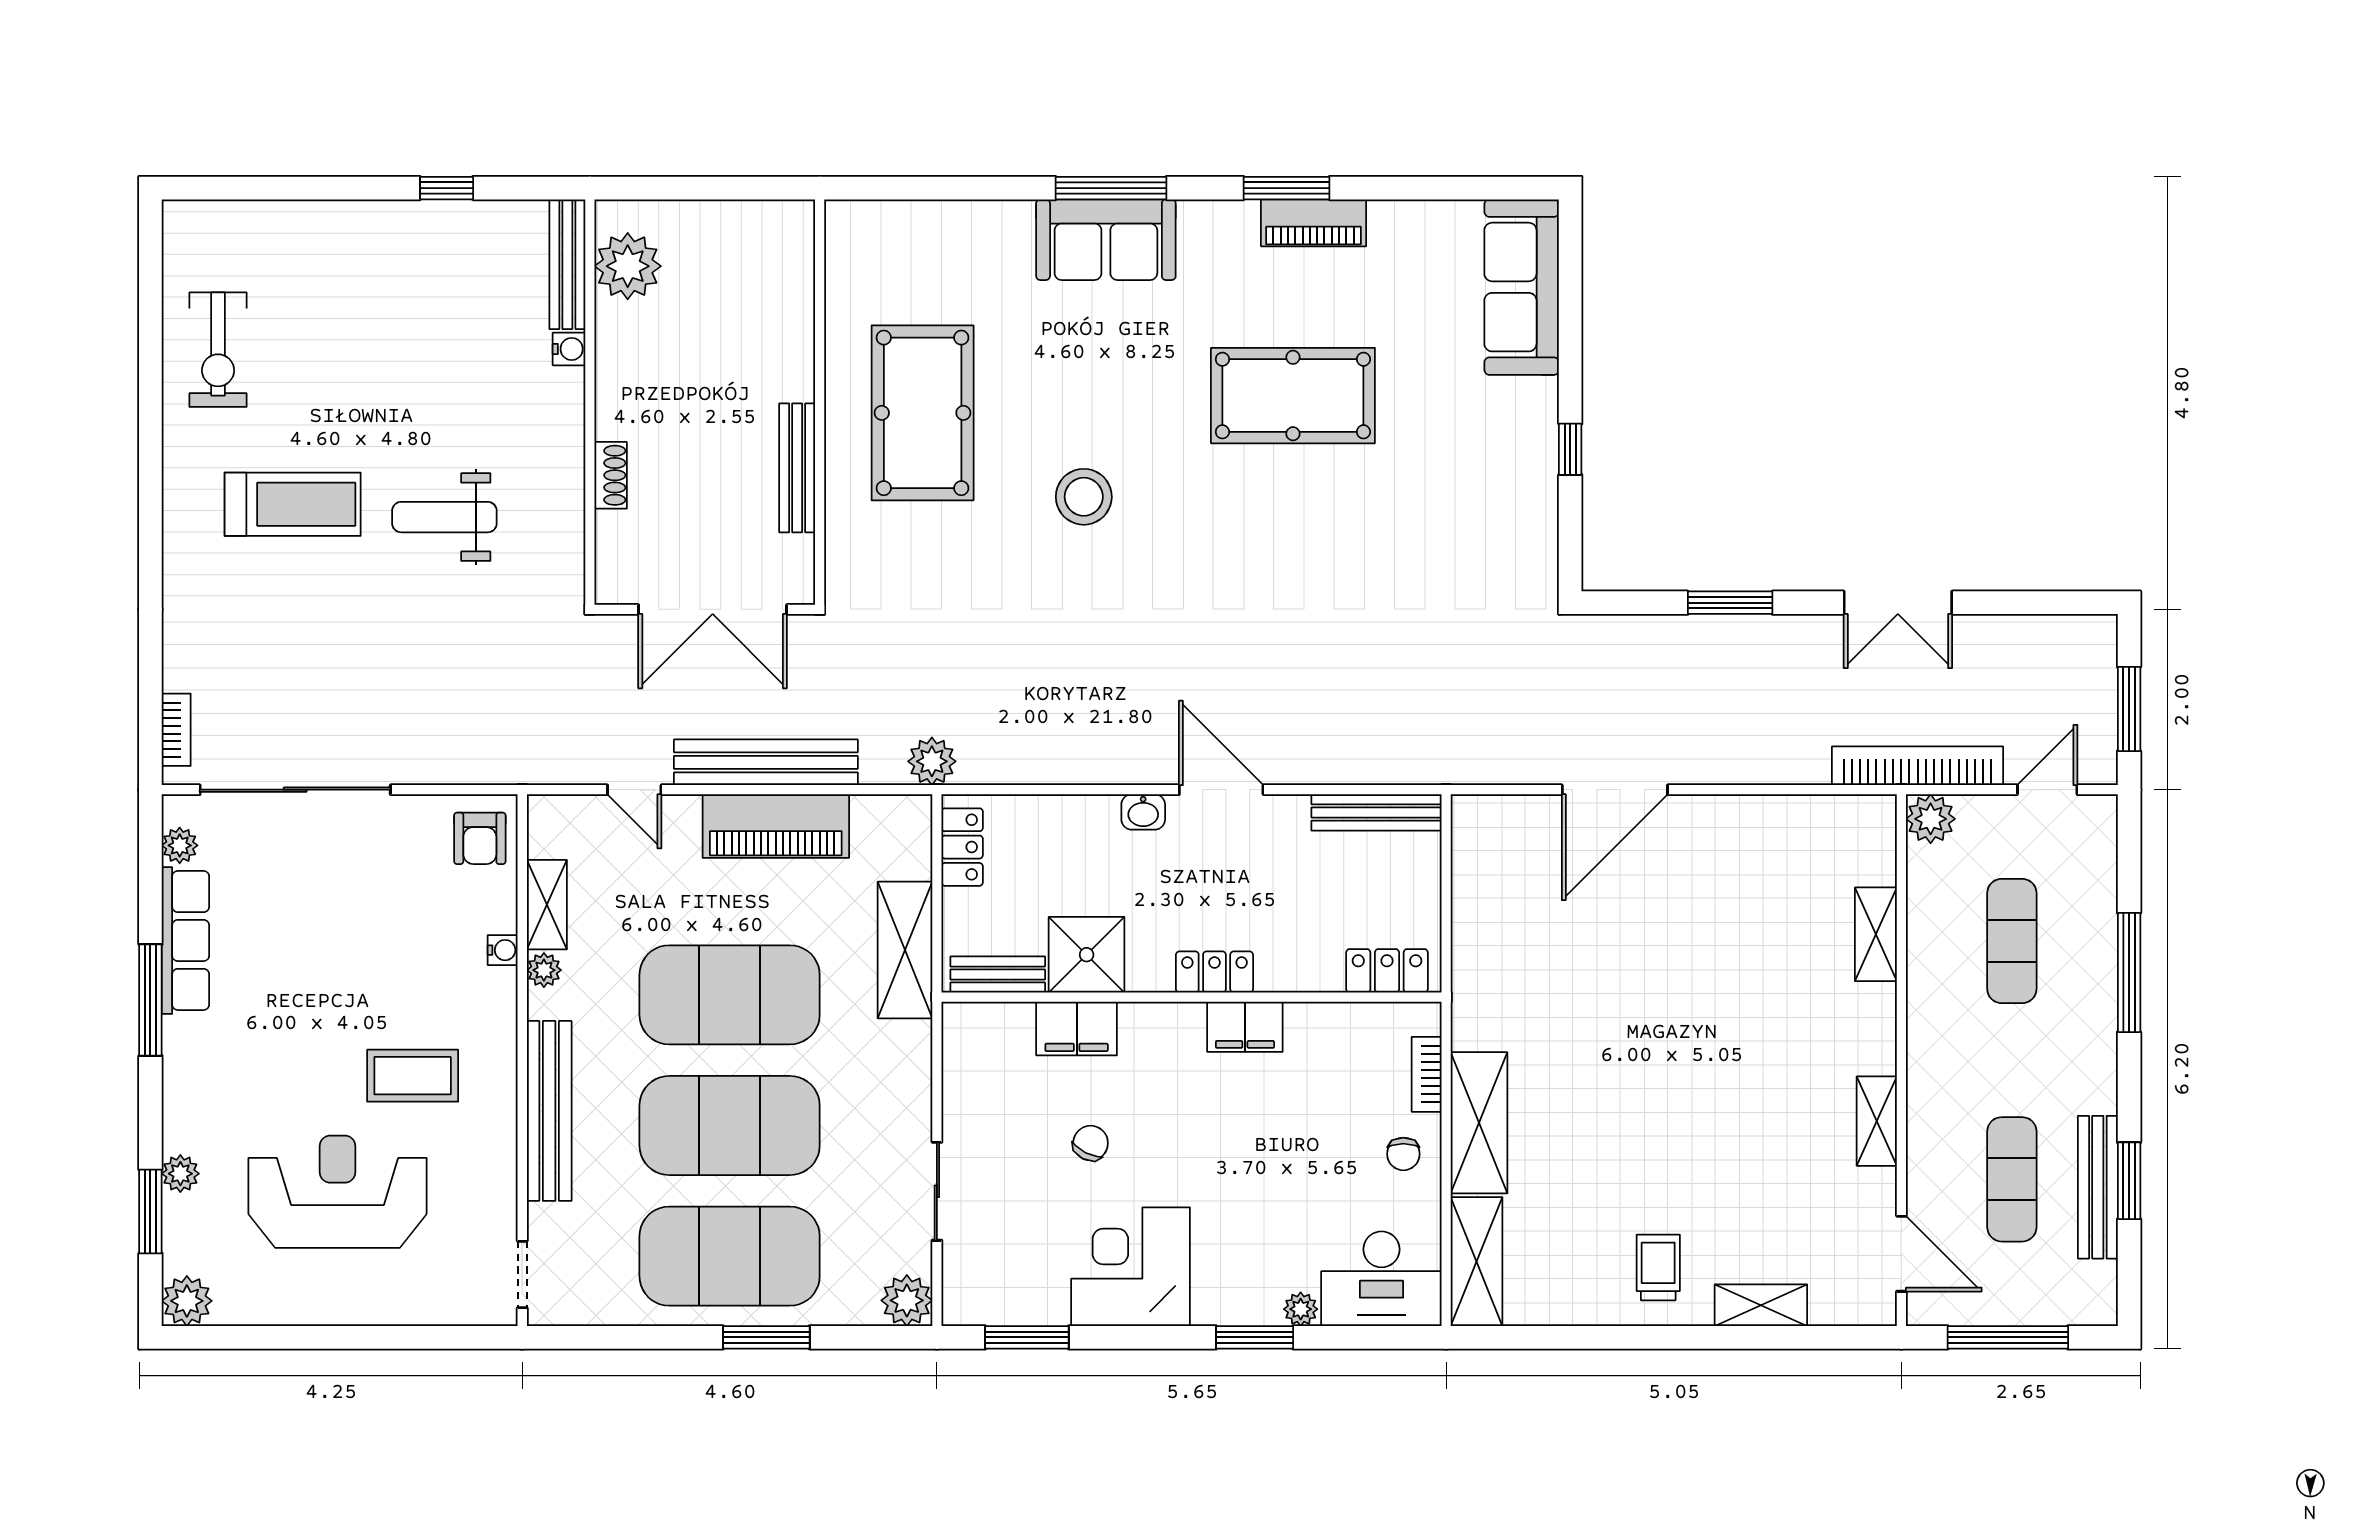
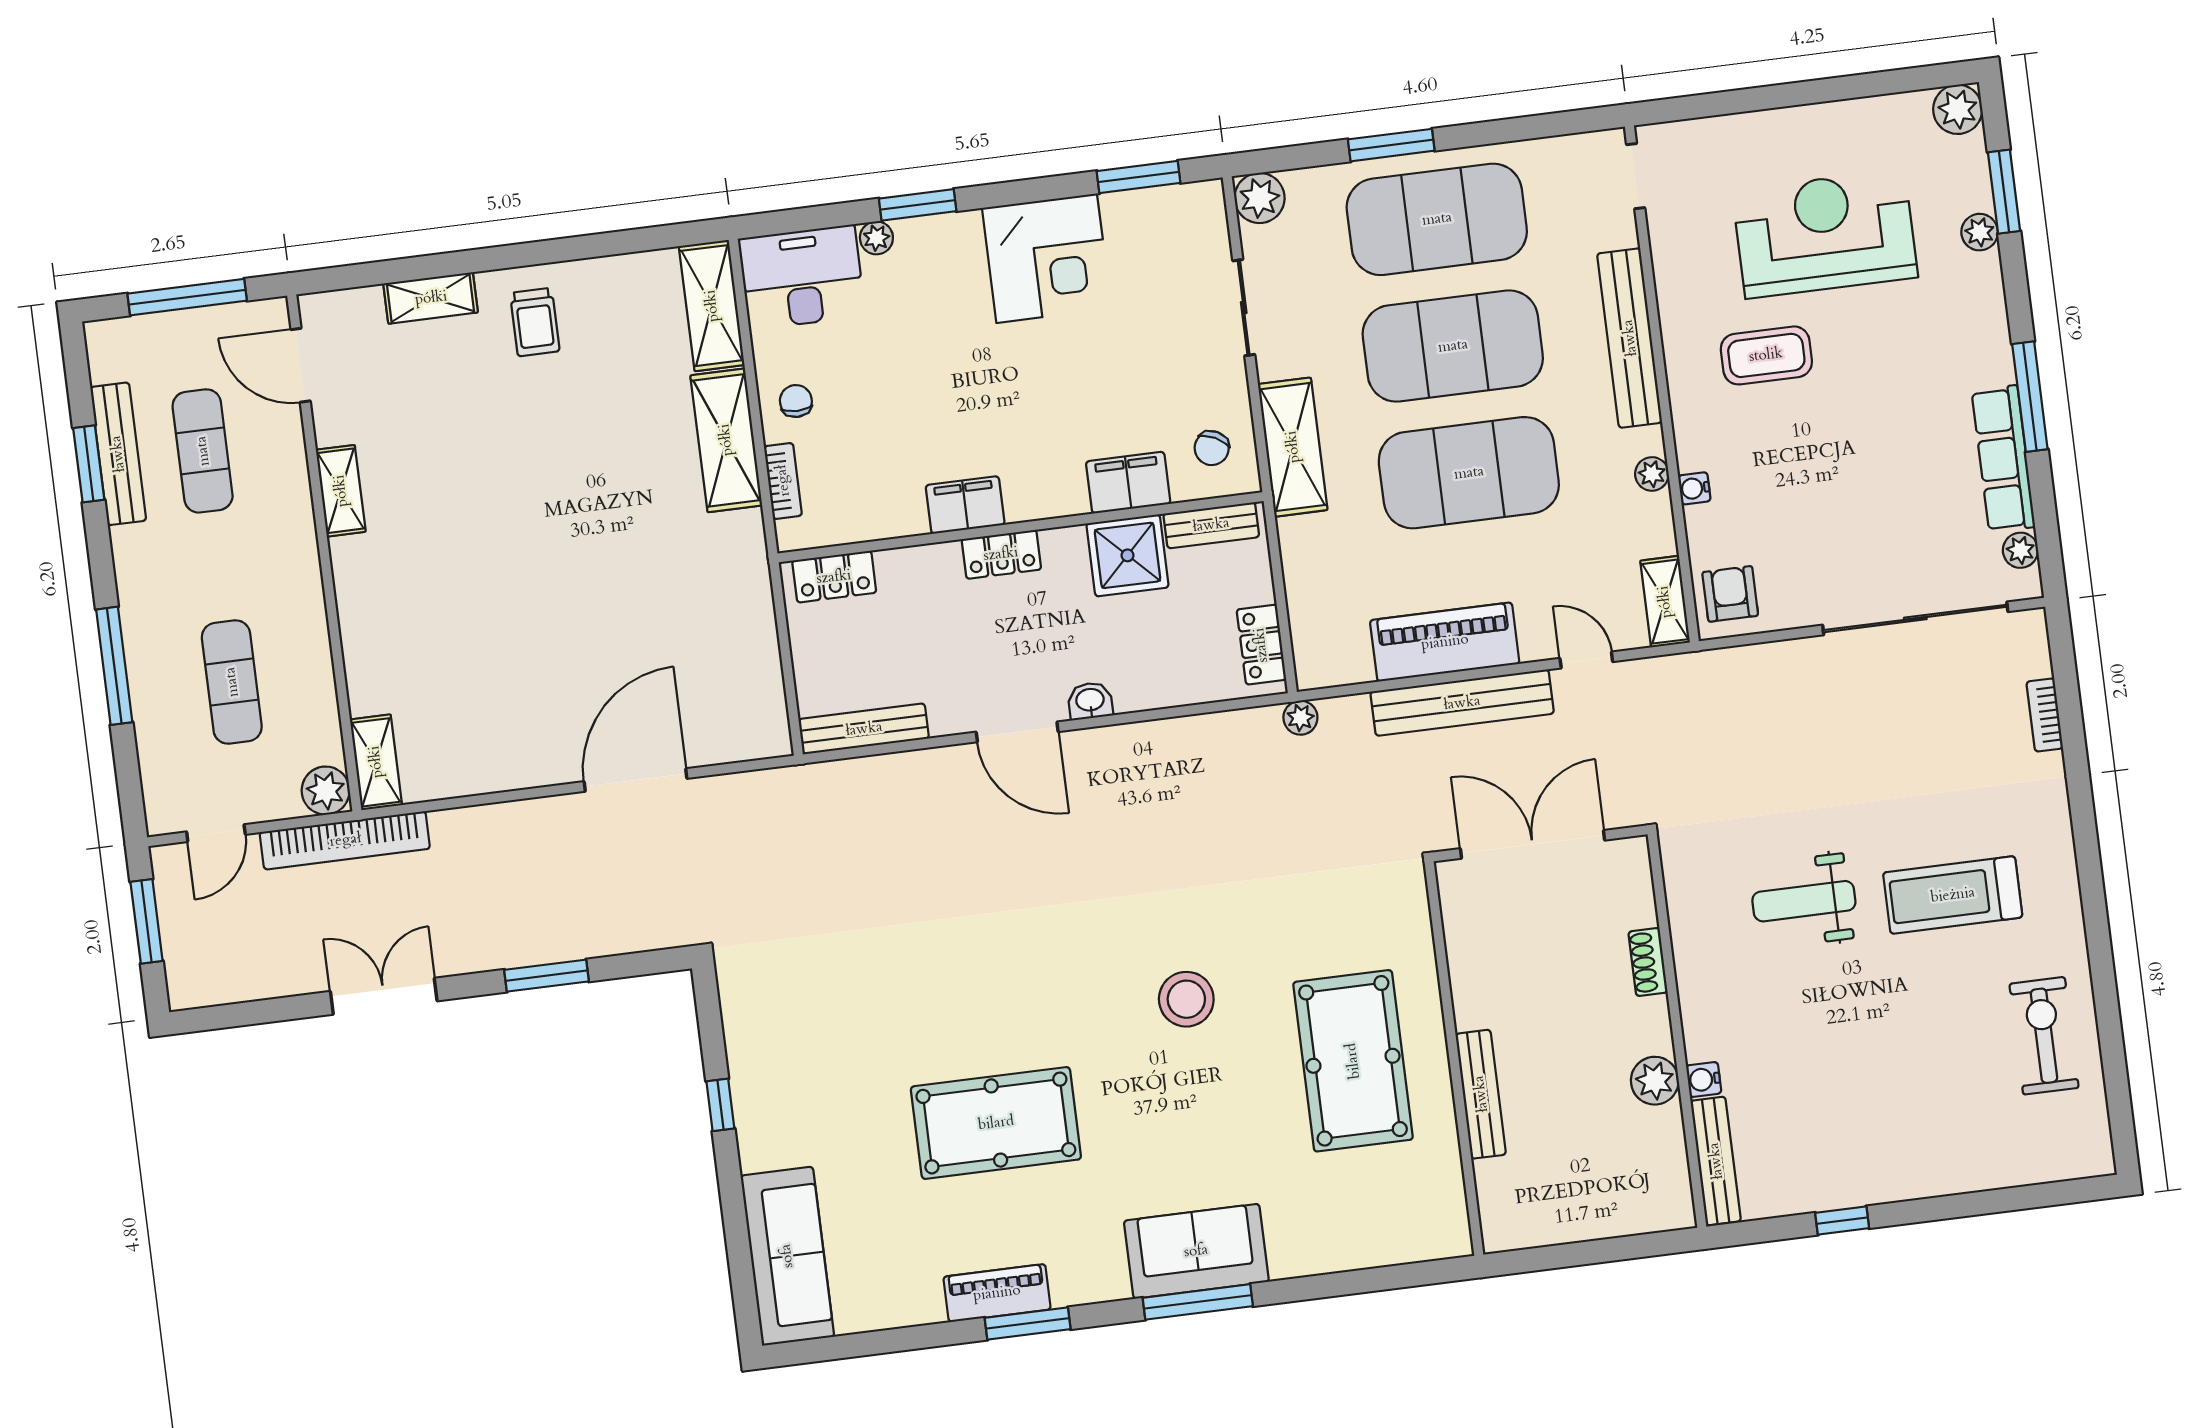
plant: (628, 266) -> (1655, 1081), moved, width x0.73, depth x0.73
bench: (797, 468) -> (1481, 1094), moved
weight bench: (444, 517) -> (1804, 901), turned 180
bookcase: (176, 730) -> (2045, 715), moved
plant: (932, 761) -> (1300, 718), width x0.73, depth x0.73
shelving: (547, 905) -> (1665, 602), moved
shelving: (1876, 934) -> (376, 762), moved
shelving: (905, 950) -> (1293, 447), moved
chair: (1091, 1143) -> (1212, 448), moved
reception desk: (338, 1192) -> (1825, 234), turned 180

